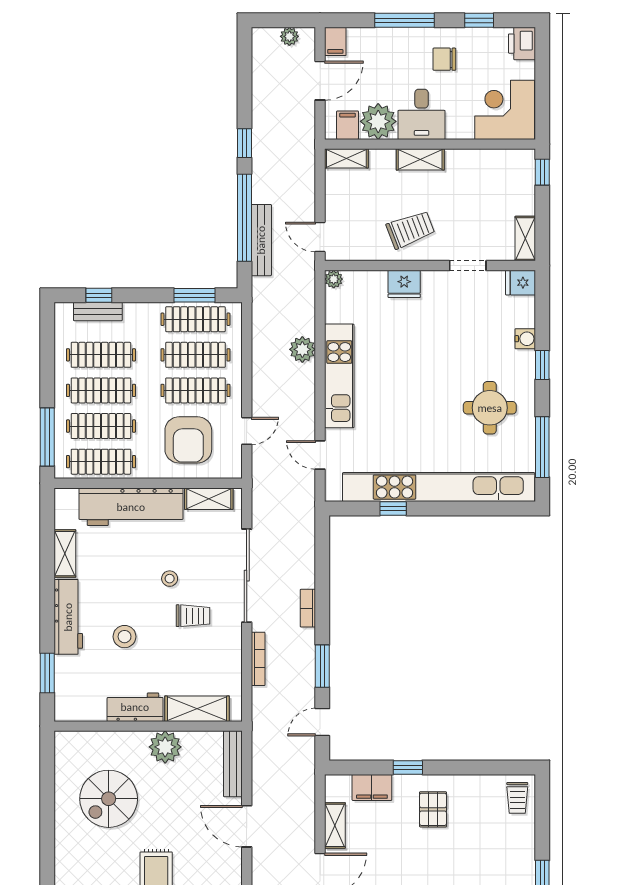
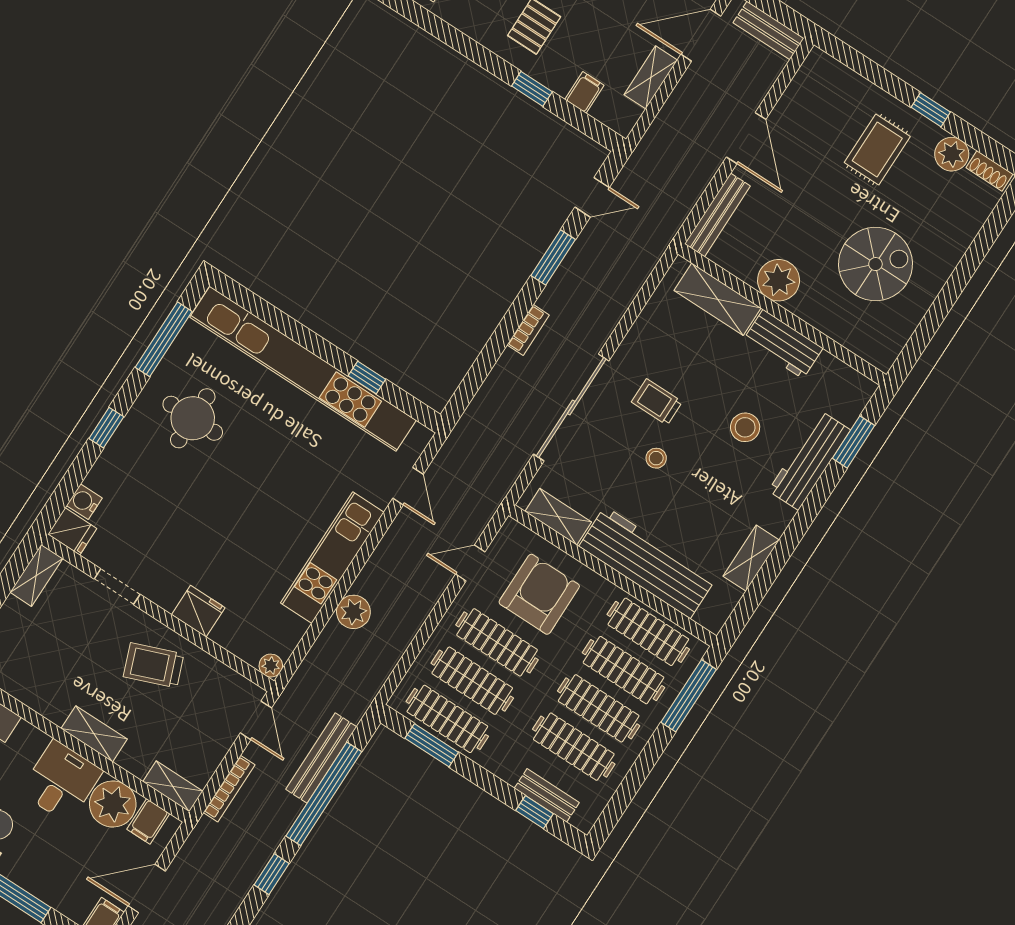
water cooler: (525, 339) -> (84, 502), moved
workbench: (68, 617) -> (809, 460), moved
bookcase: (258, 659) -> (229, 789), moved, turned 180
filing cabinet: (372, 787) -> (584, 92), width x0.50

